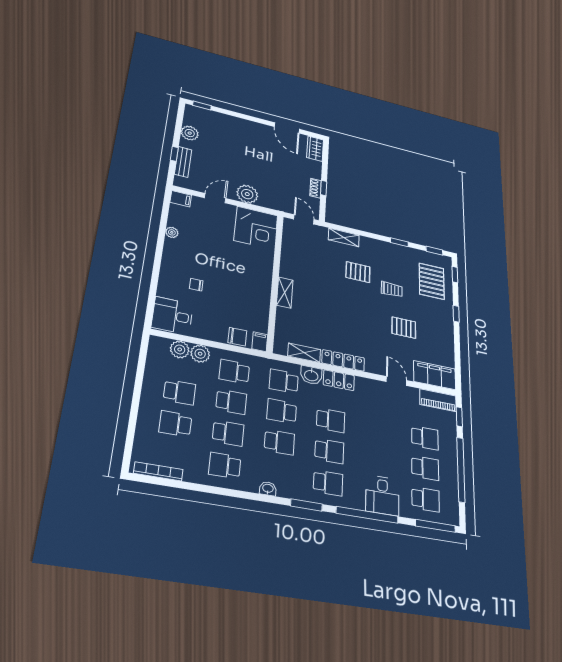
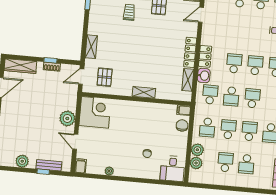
wardrobe: (315, 149) -> (20, 66), width x1.50
pallet: (358, 272) -> (105, 77), moved
school desk: (284, 381) -> (210, 94), turned 180

